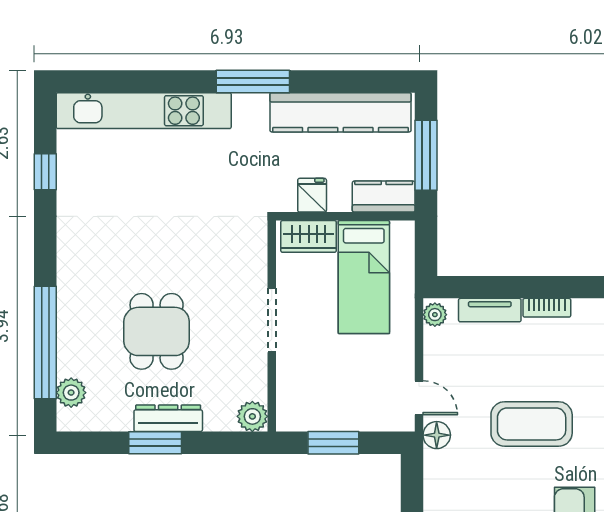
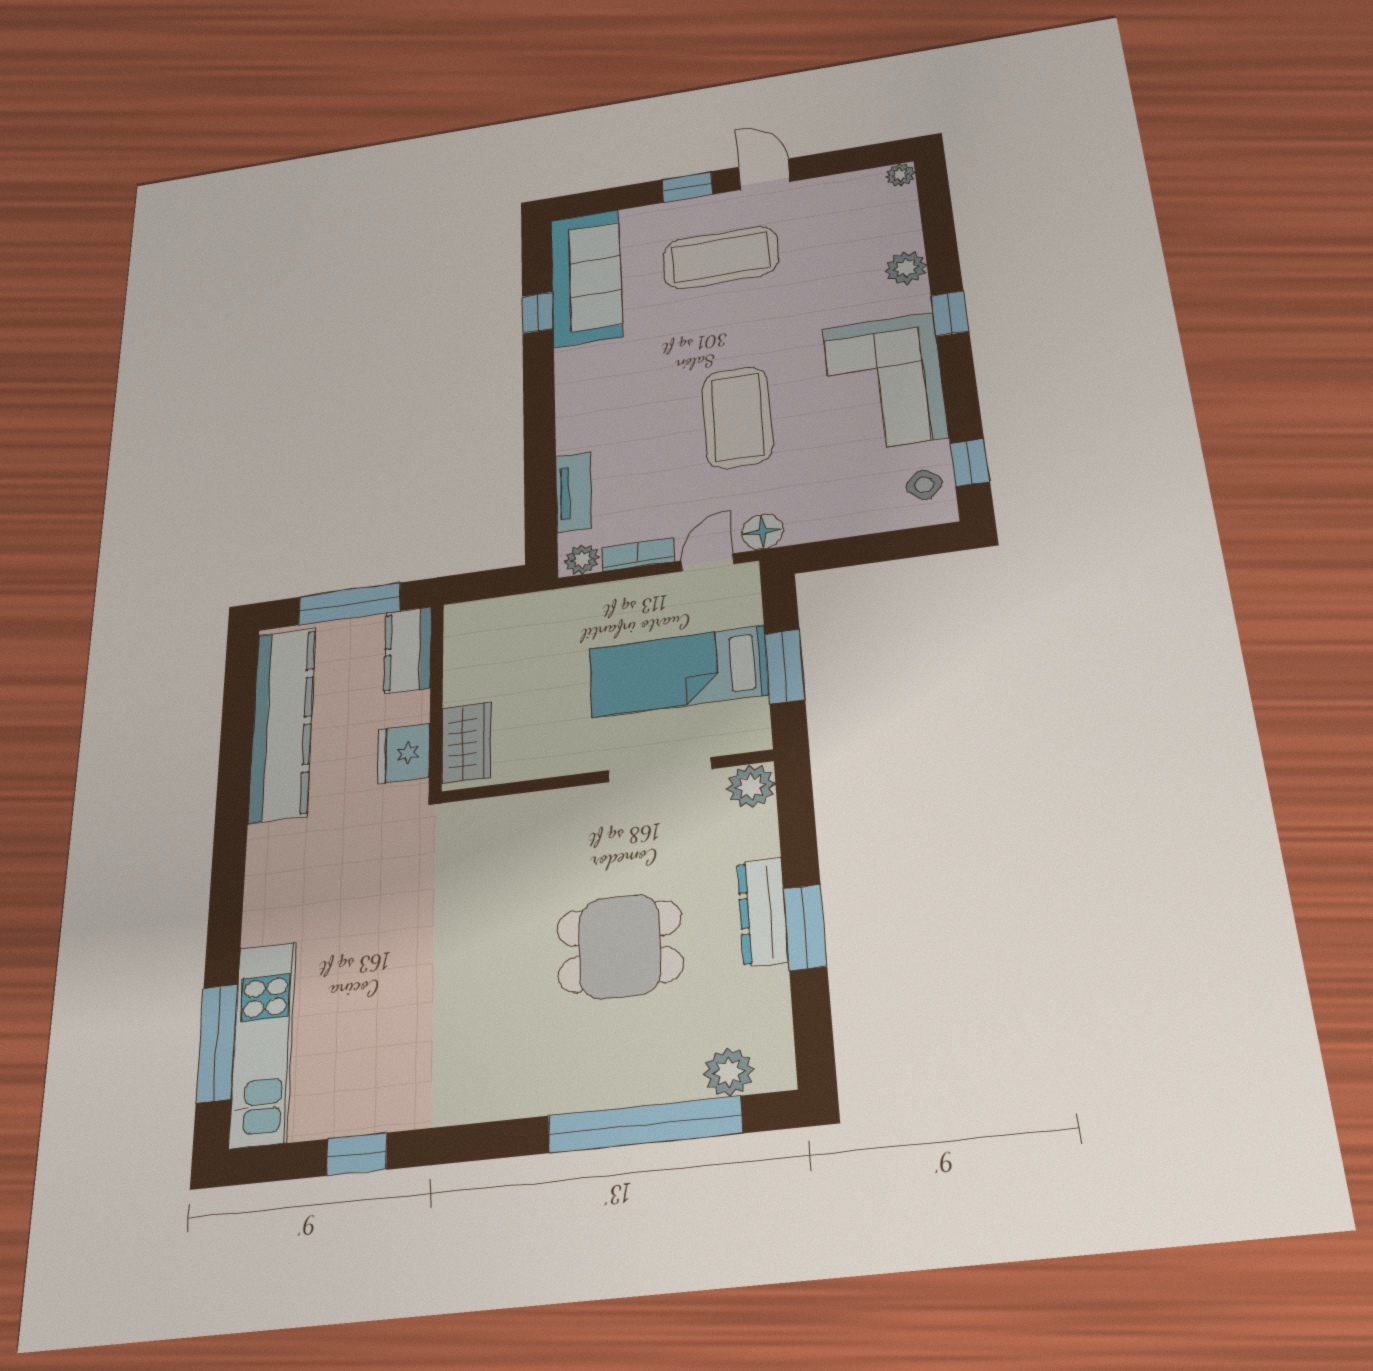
window: (253, 82) -> (217, 1043), moved
kitchen unit: (144, 111) -> (263, 1043), width x0.73
fridge: (312, 195) -> (404, 754), width x1.38
bed: (364, 277) -> (678, 671), moved, turned 180
bookcase: (547, 308) -> (638, 555), moved, turned -90
doorway: (272, 320) -> (660, 770), moved

